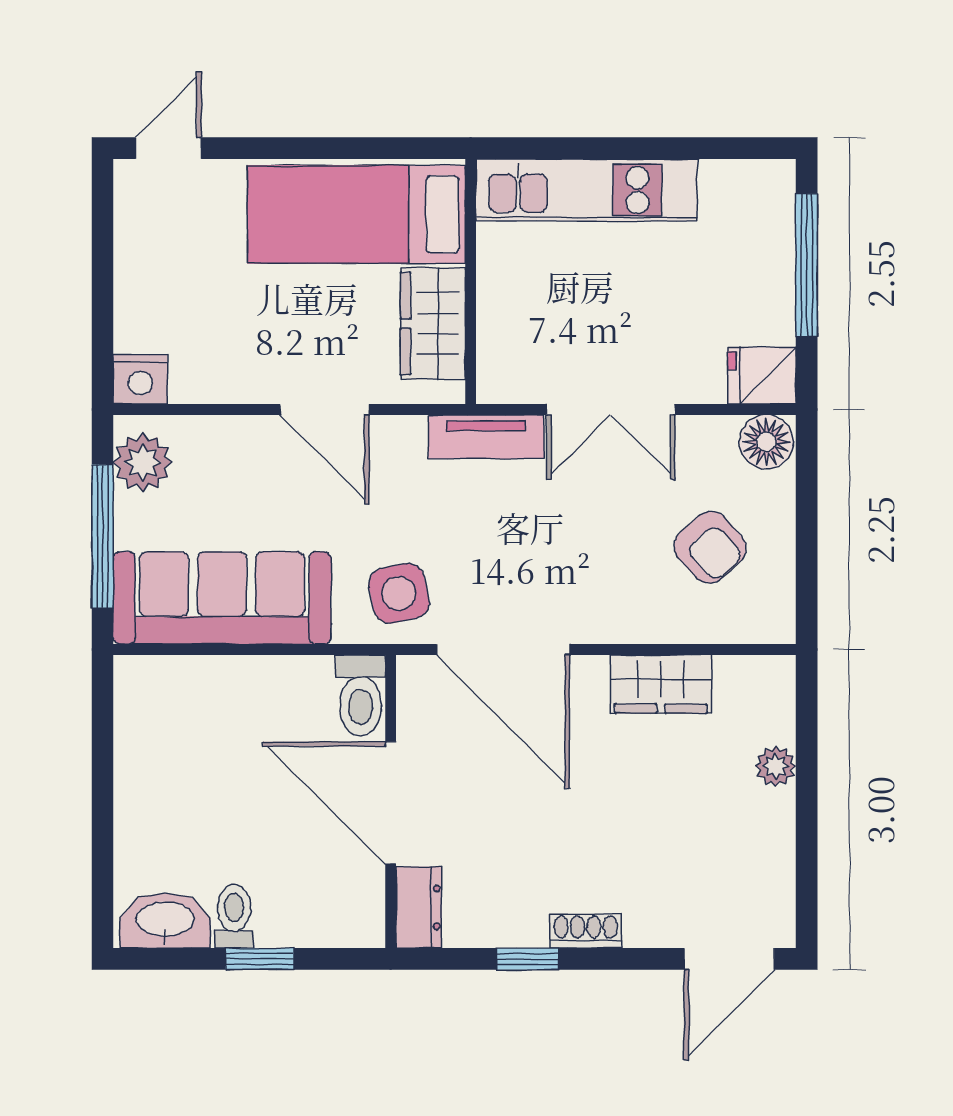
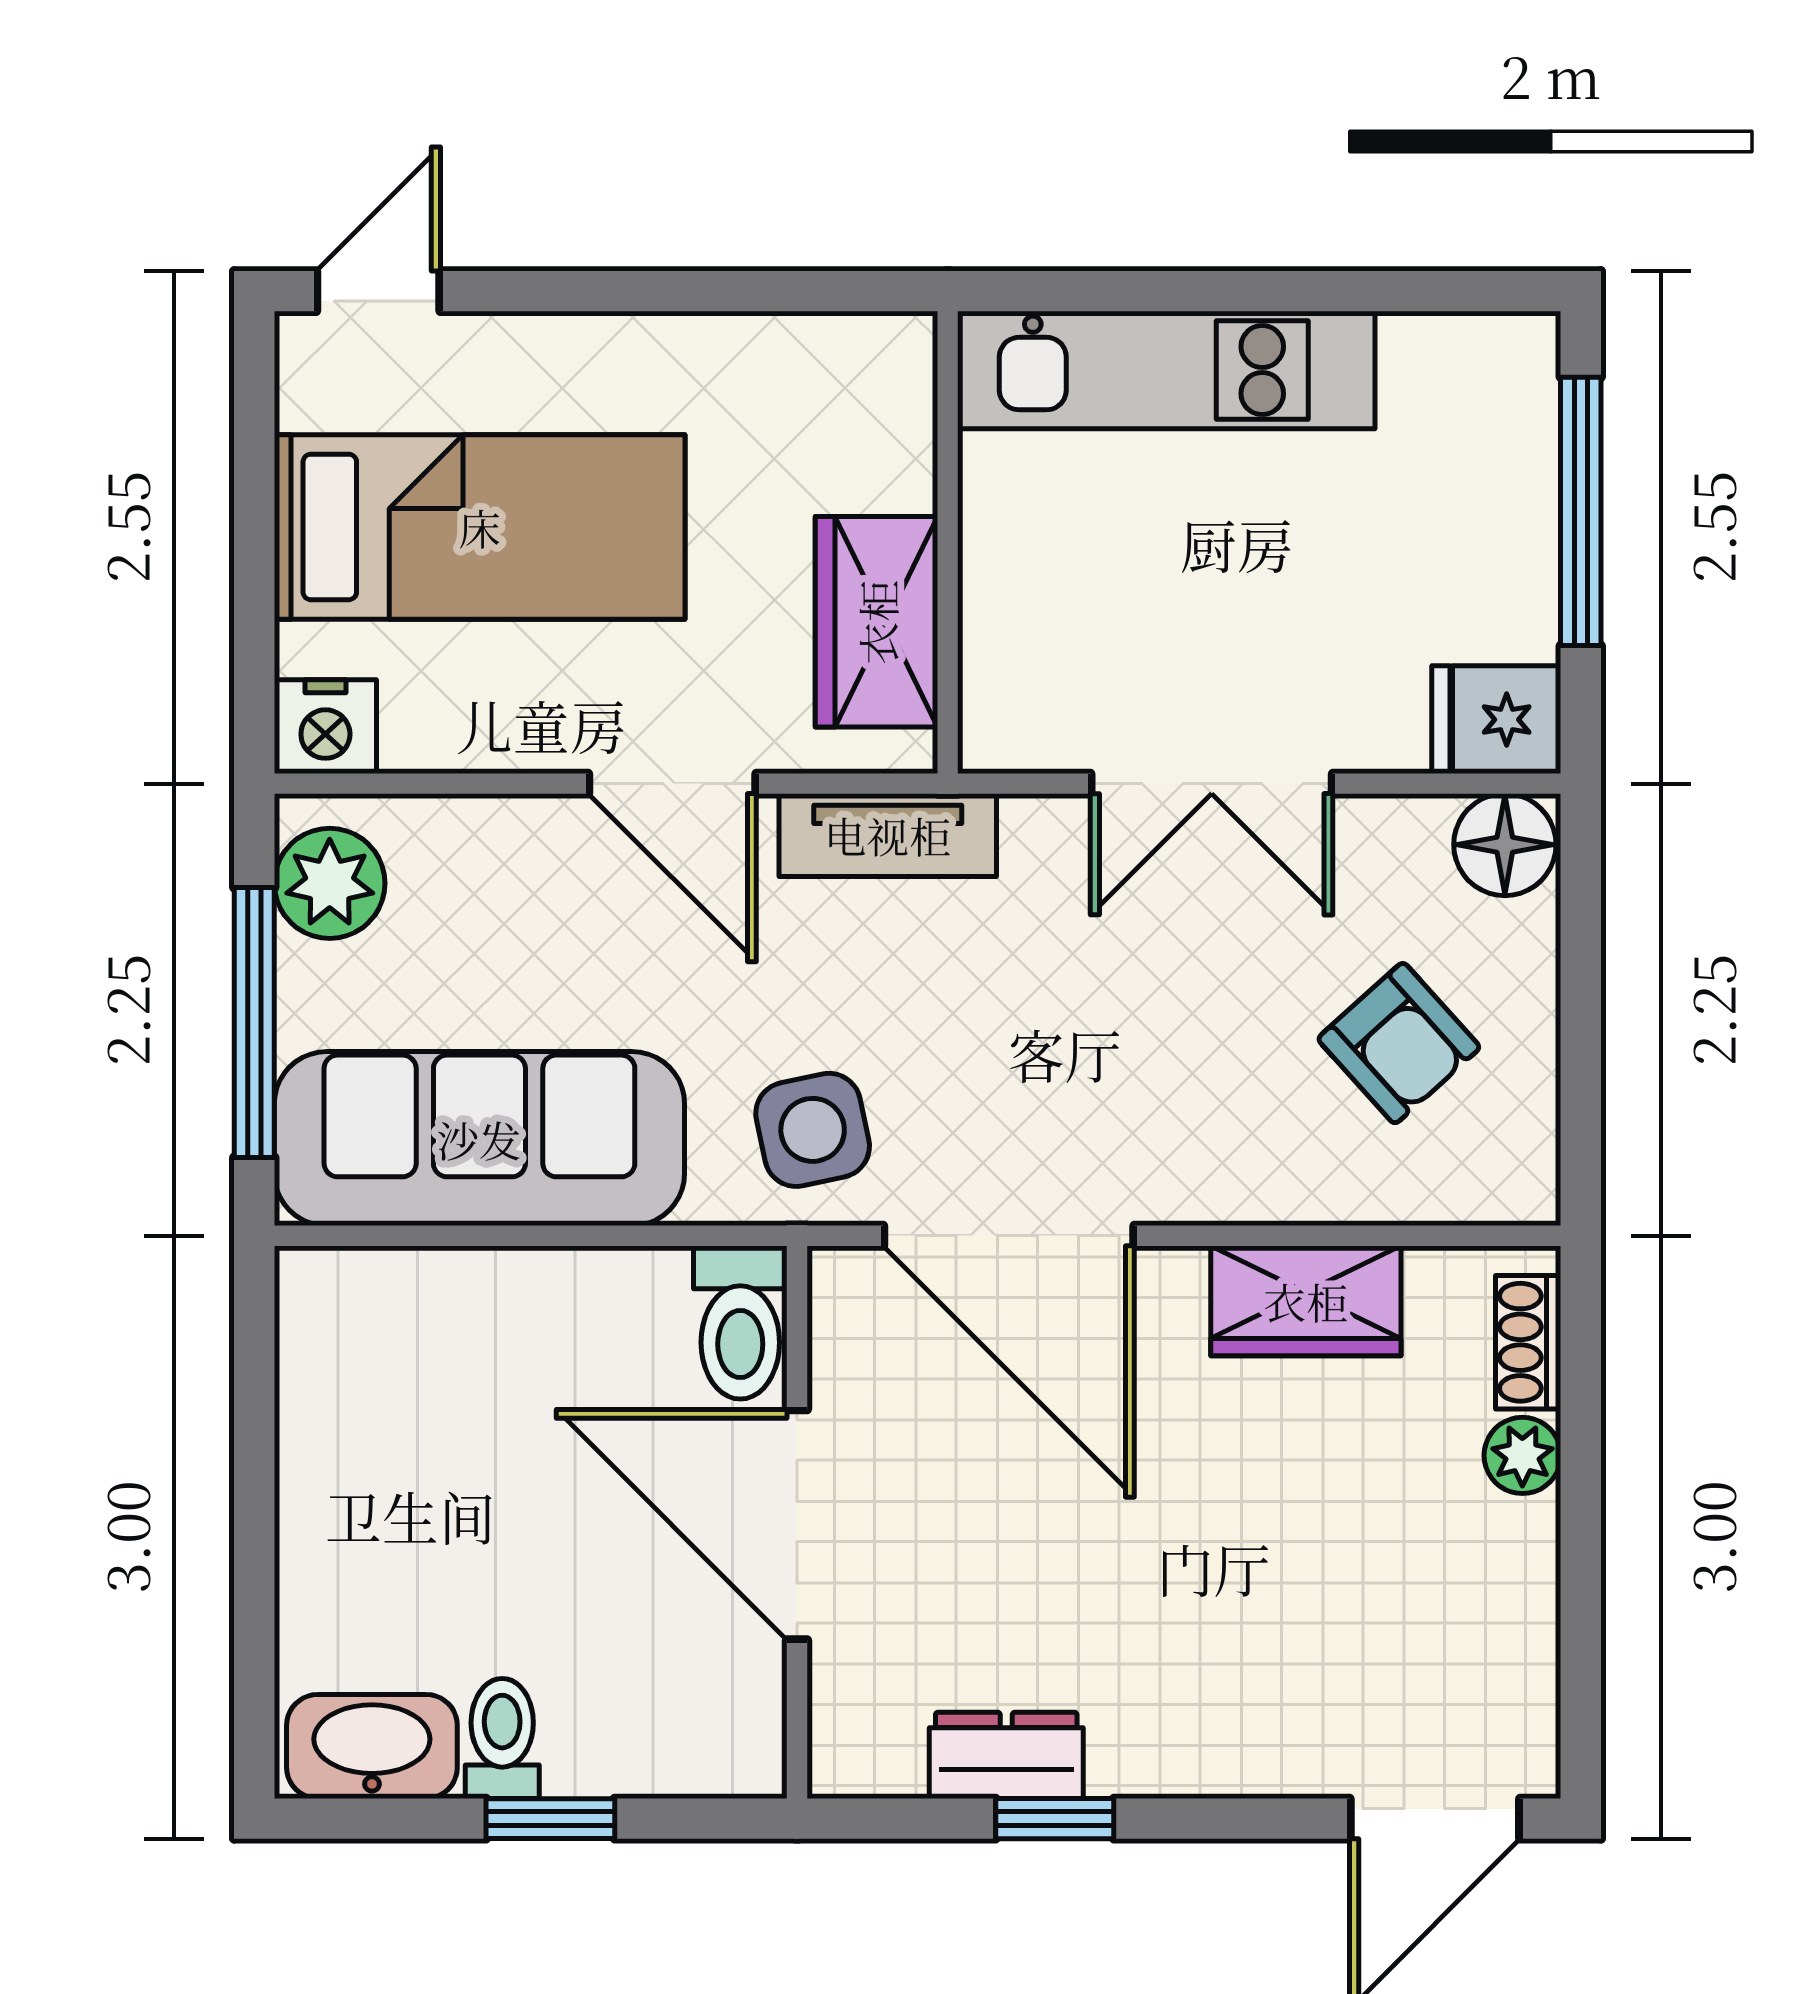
bed: (356, 214) -> (480, 527), moved, turned 180
tv unit: (486, 437) -> (888, 835), moved
dresser: (419, 907) -> (1006, 1755), moved, turned -90
shoe rack: (586, 931) -> (1528, 1342), moved, turned -90

